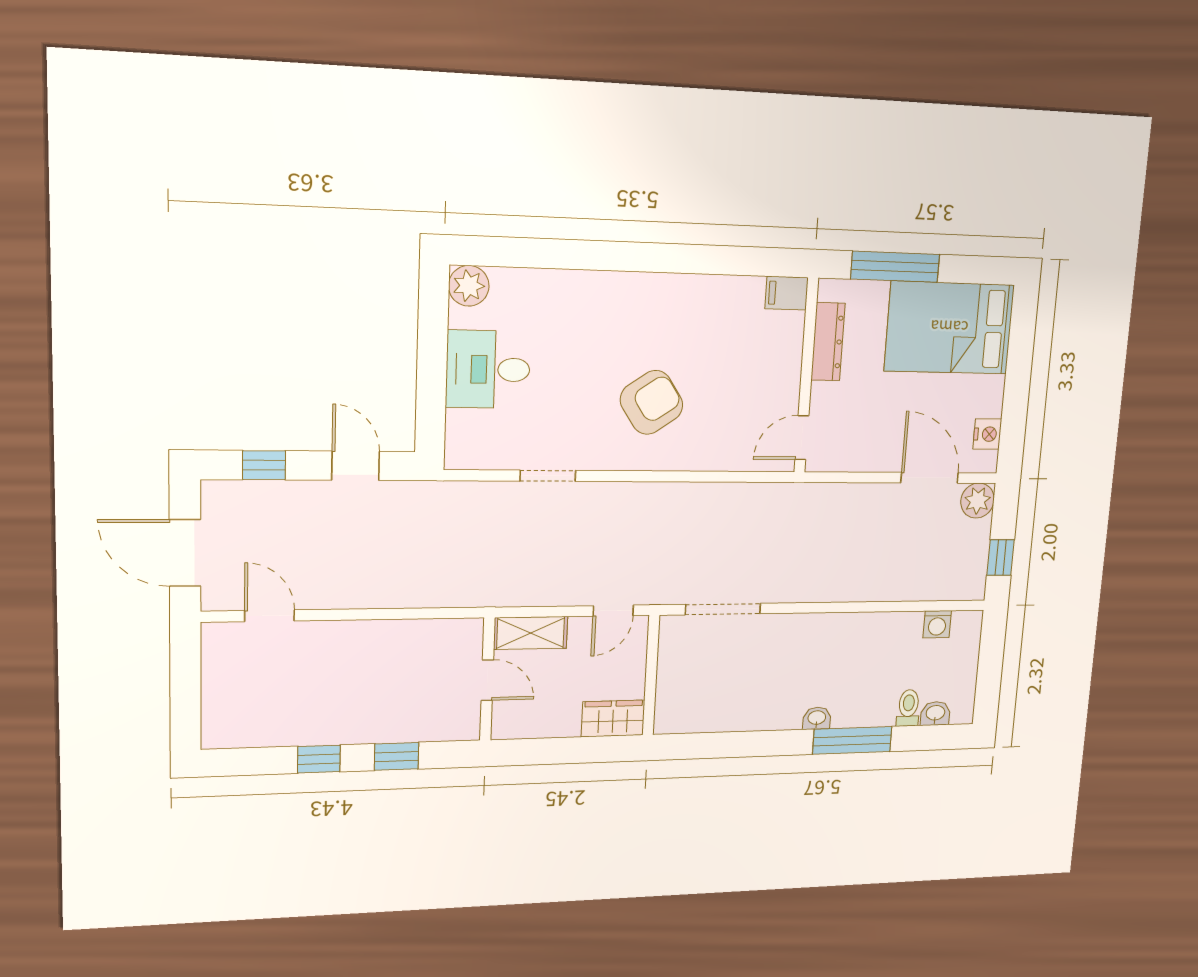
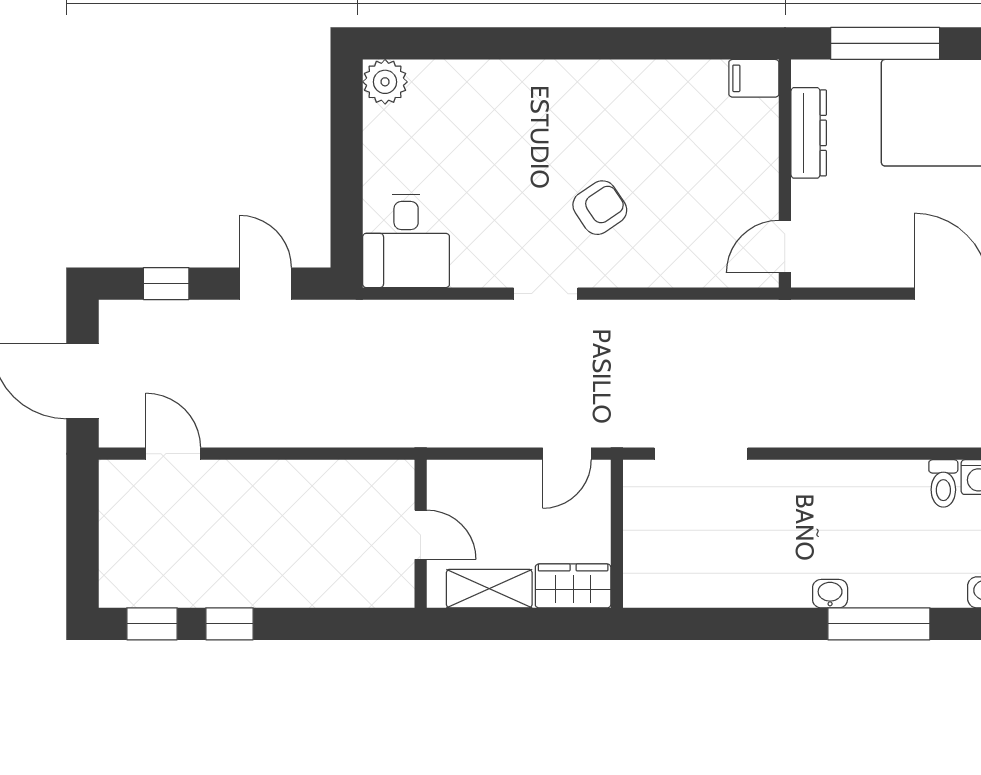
desk: (488, 369) -> (406, 241), moved, turned -90
armchair: (652, 402) -> (600, 208), width x0.72, depth x0.72
doorway: (548, 476) -> (546, 294), moved
shelving: (531, 633) -> (489, 589), moved
toilet: (908, 708) -> (943, 483), moved, turned 180
window: (396, 756) -> (152, 624), moved

